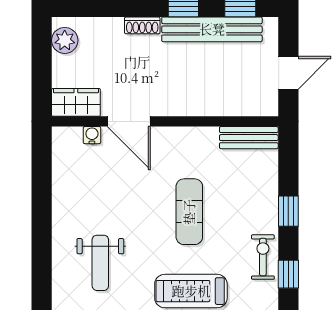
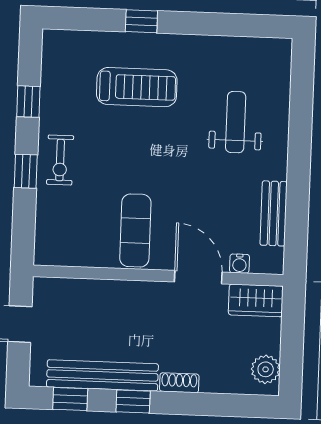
bench: (249, 138) -> (274, 213), moved, turned 90
exercise mat: (189, 212) -> (135, 230), moved
exercise bike: (263, 257) -> (60, 160), moved

